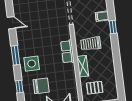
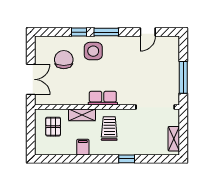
filing cabinet: (102, 16) -> (83, 147), moved
chair: (41, 86) -> (64, 60), turned 180
window: (19, 87) -> (79, 32), moved

